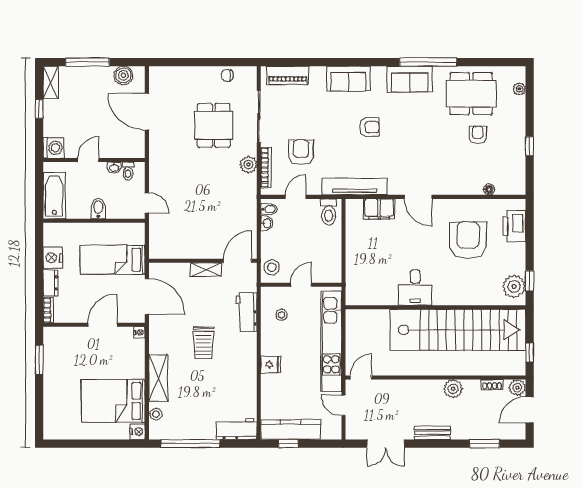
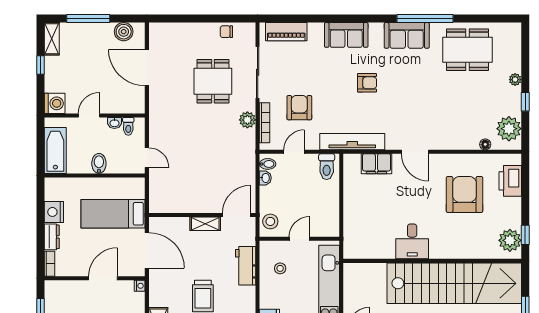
plant: (519, 89) -> (515, 80), moved
armchair: (478, 135) -> (474, 90), removed
plant: (513, 173) -> (509, 129), added

